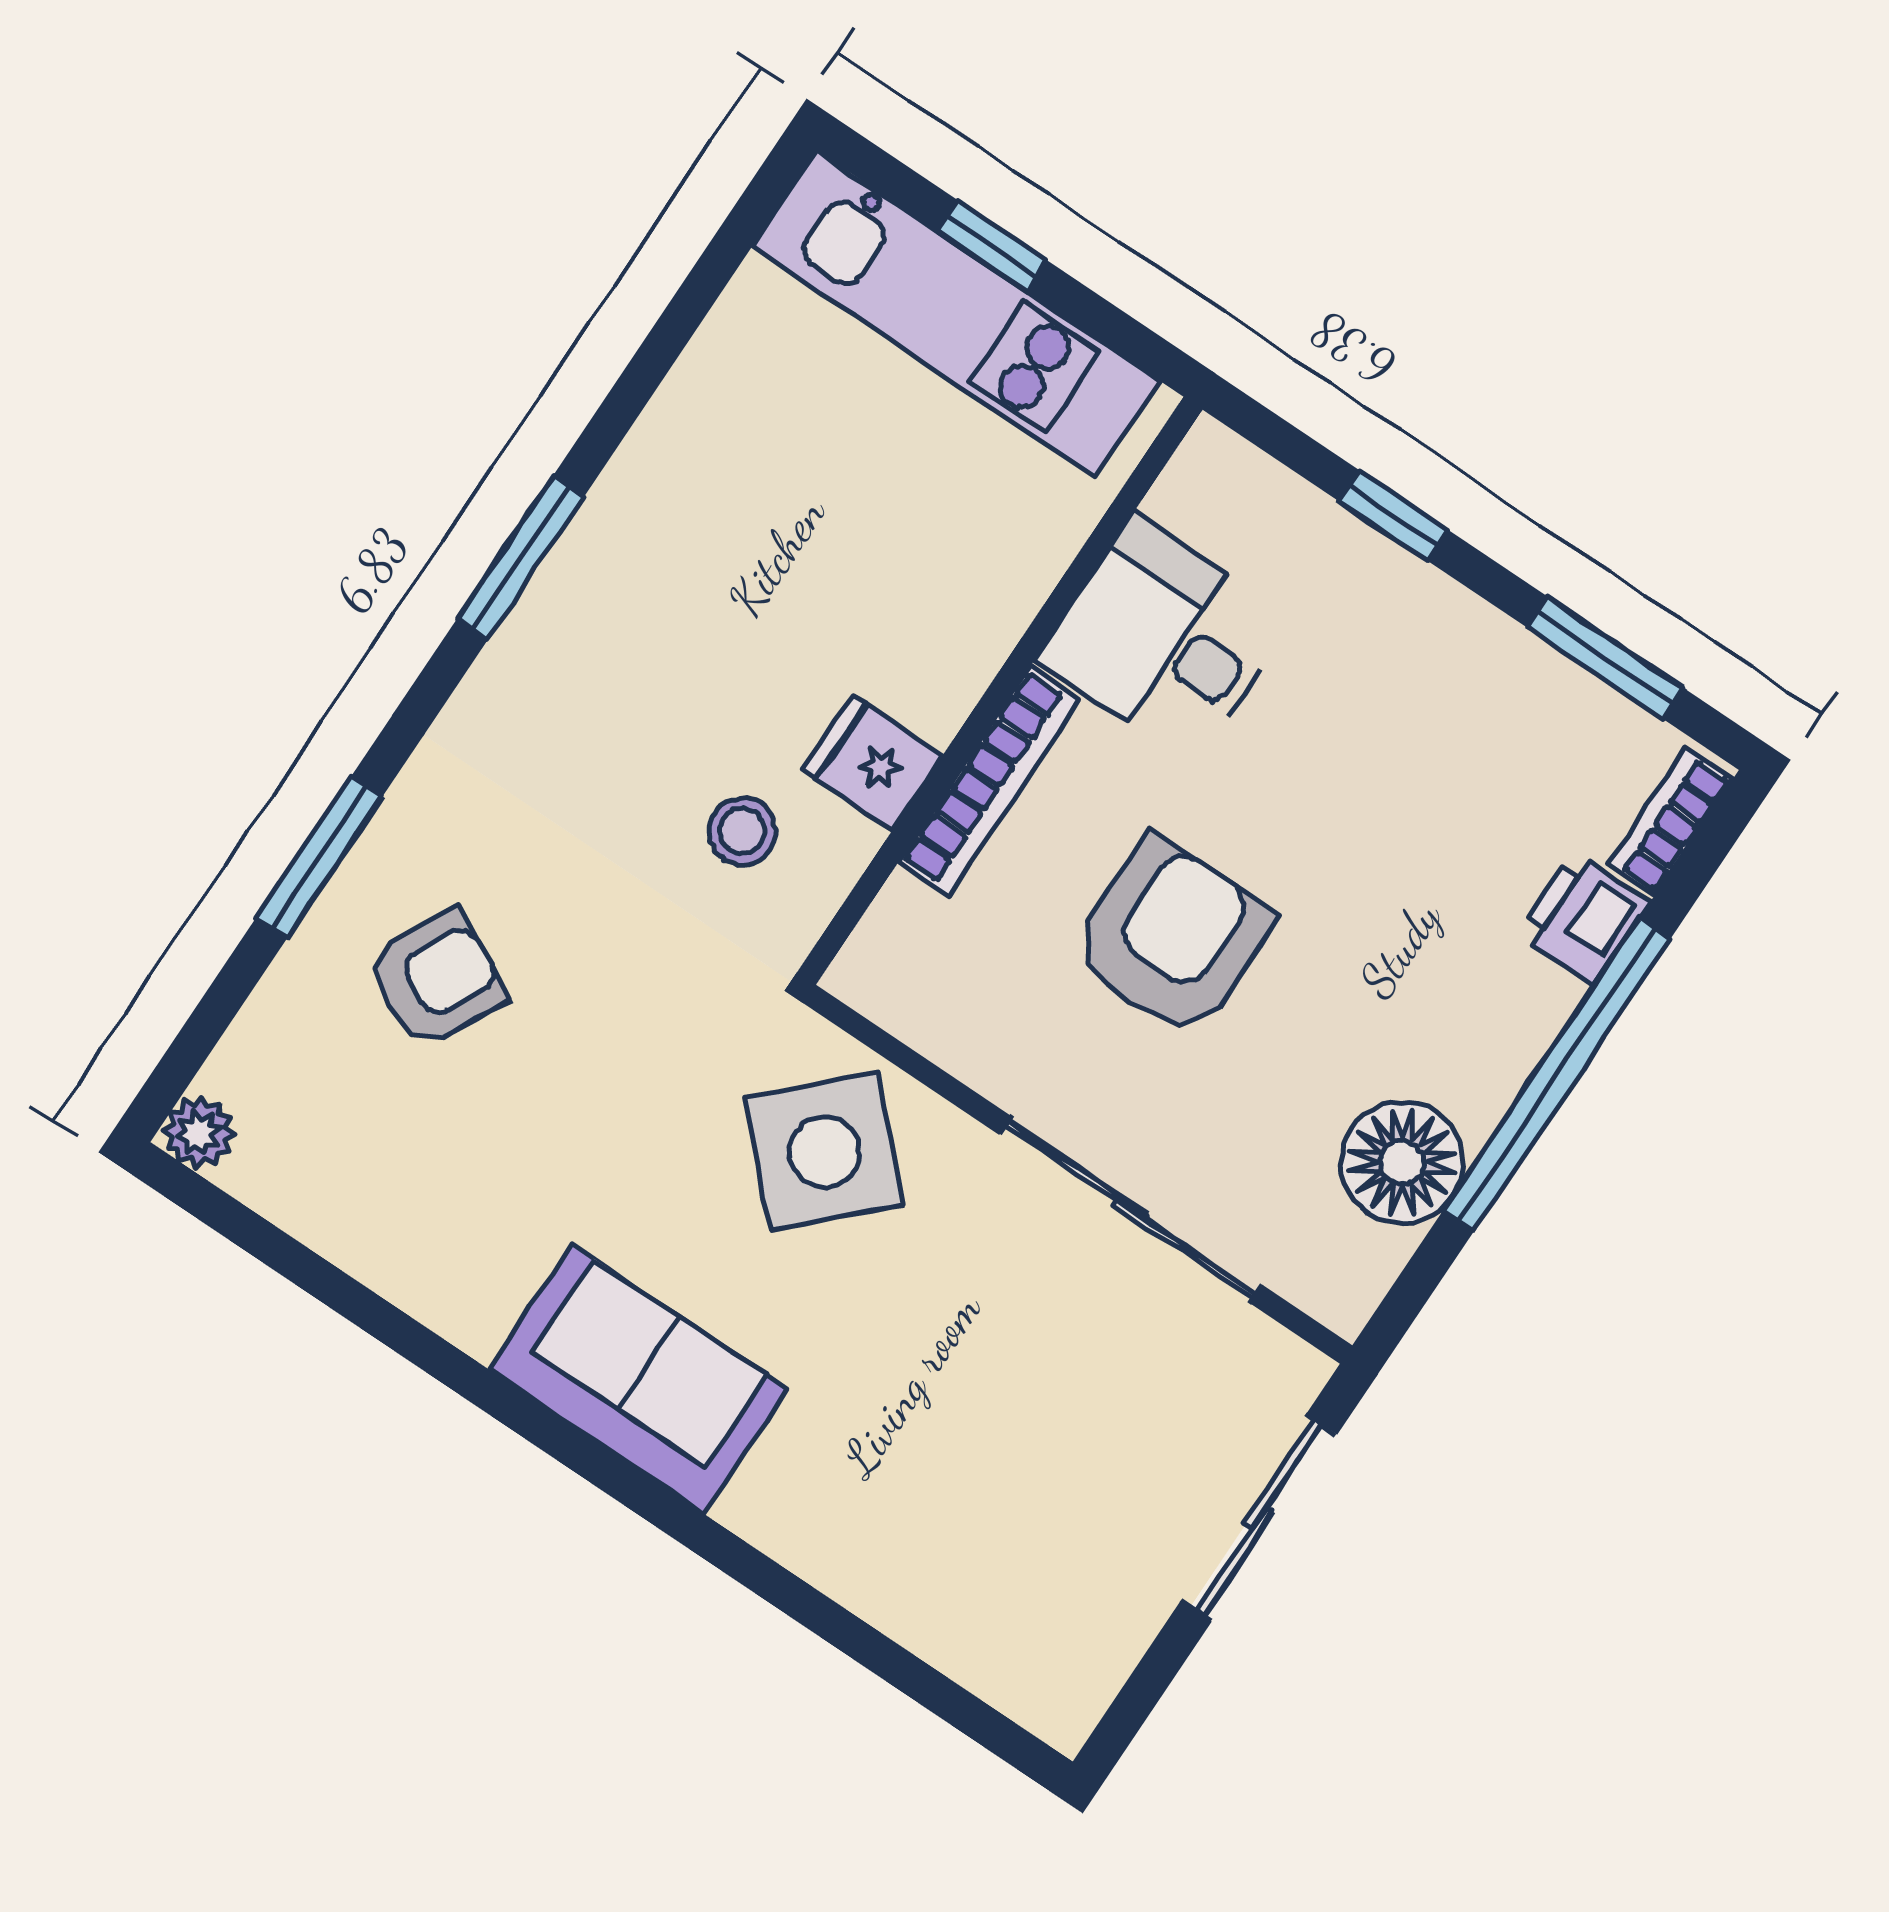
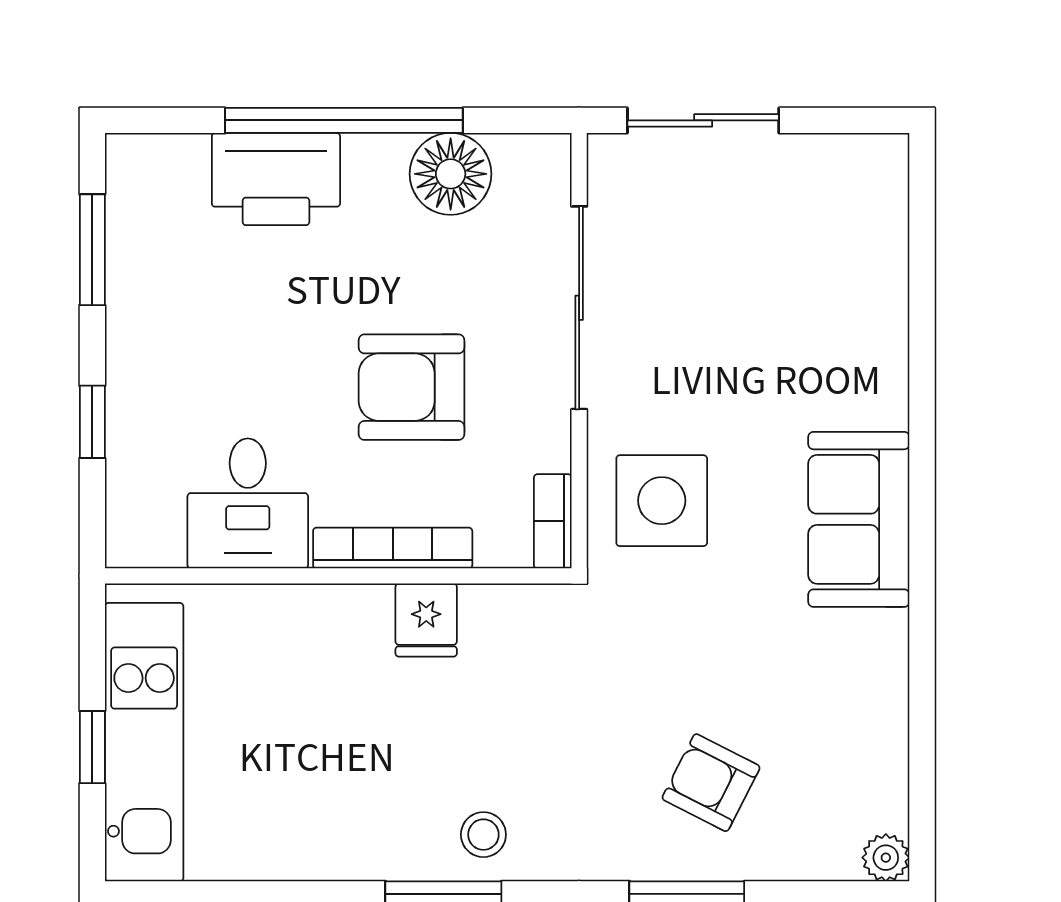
bookcase: (1670, 822) -> (553, 521), moved, turned 90
stool: (742, 831) -> (483, 835), moved
printer: (1584, 918) -> (276, 179), width x1.87, depth x1.48
side table: (825, 1152) -> (662, 501), turned 45

